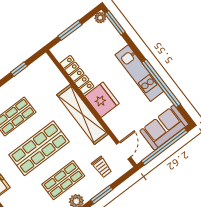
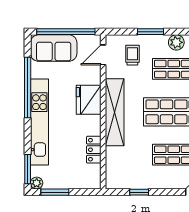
window: (70, 30) -> (55, 192), moved
kitchen unit: (139, 73) -> (39, 122), width x1.36
locker: (77, 75) -> (94, 150), width x0.66
fridge: (102, 100) -> (89, 100), moved

